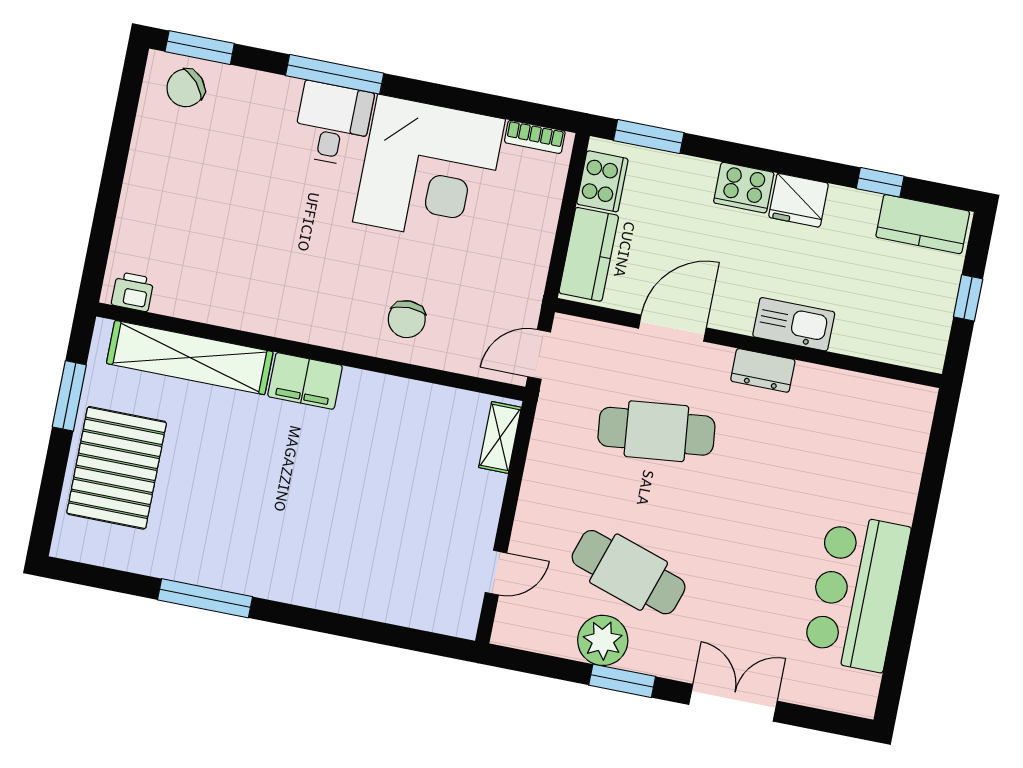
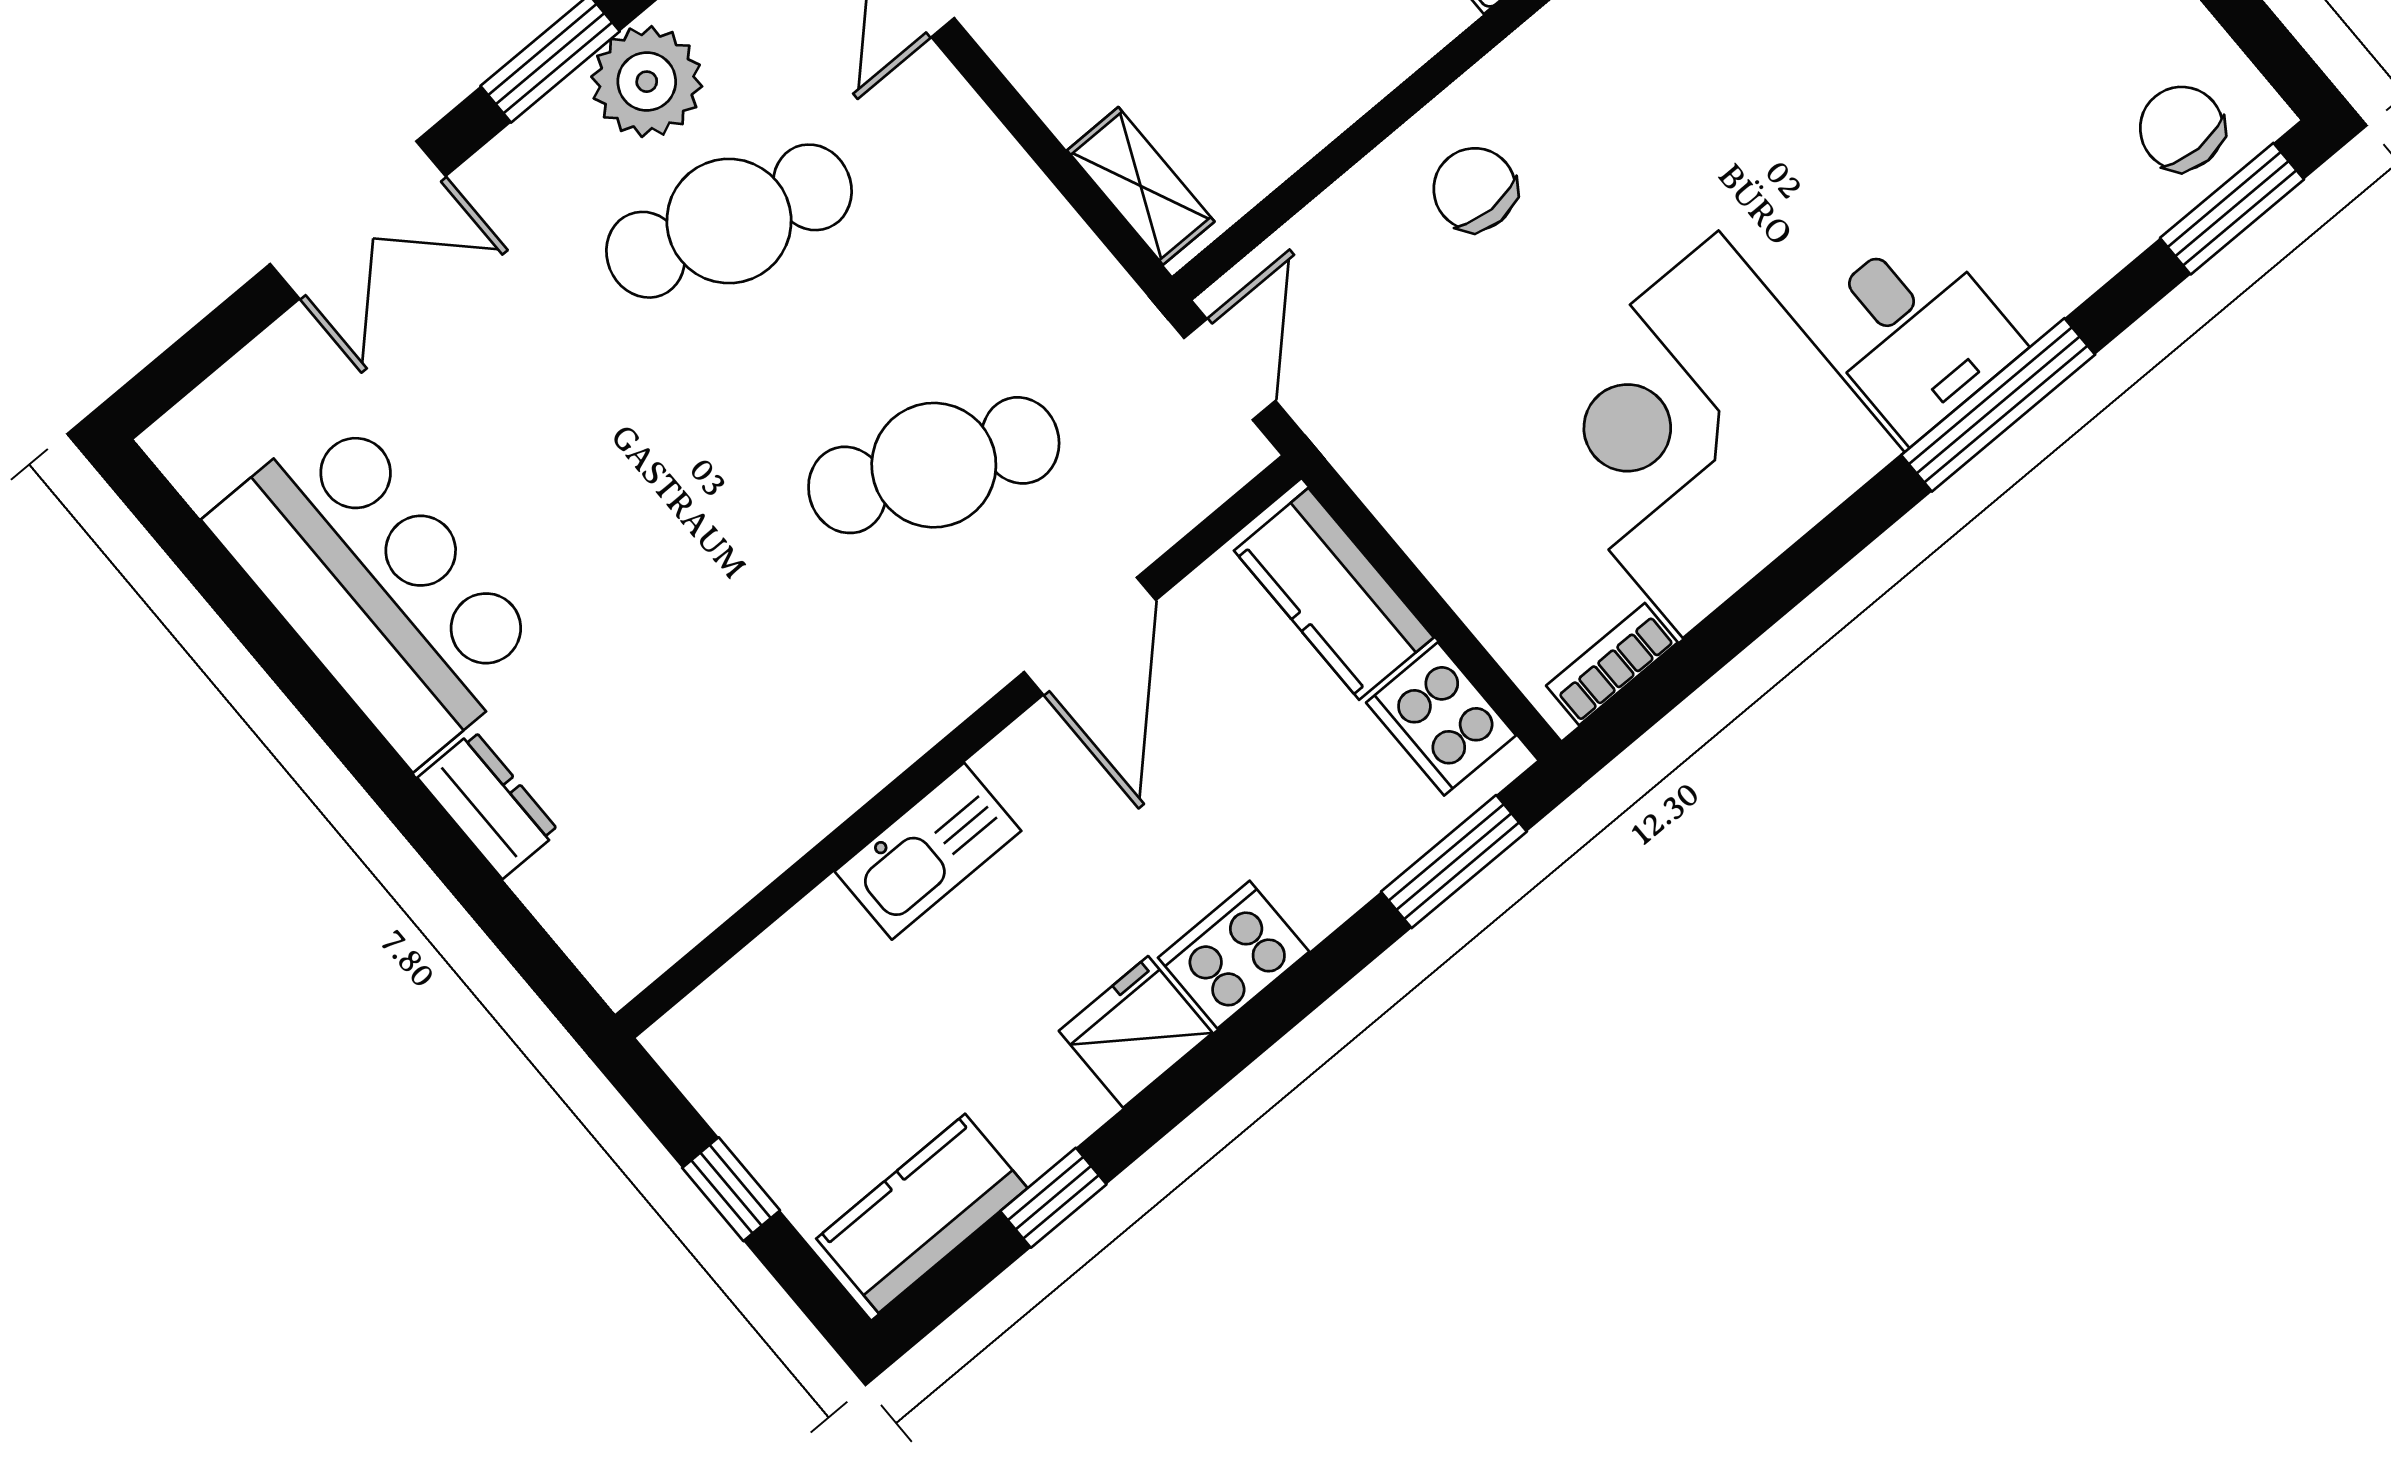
chair: (186, 88) -> (2182, 128), turned -49
dresser: (763, 370) -> (488, 805), moved, turned 90
cafe table: (656, 431) -> (934, 465), turned 30

